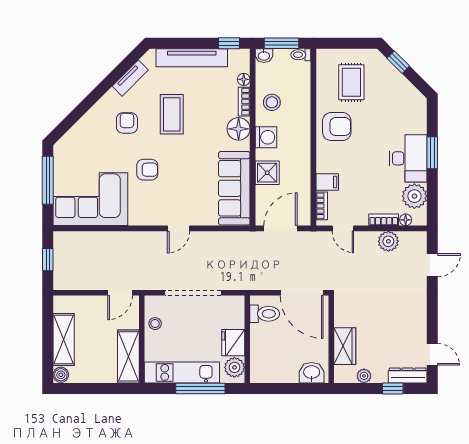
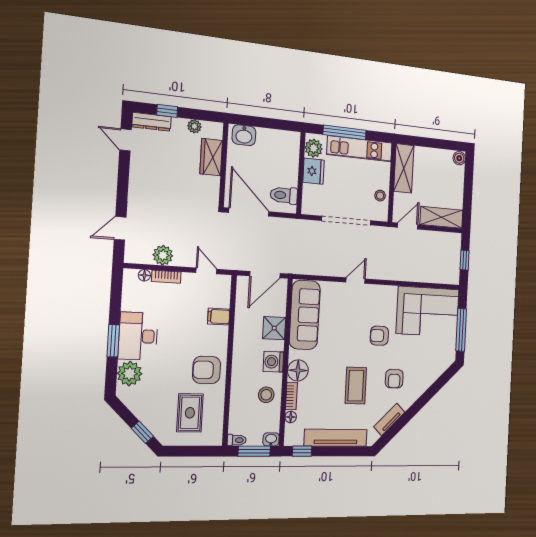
plant: (414, 196) -> (130, 374), moved
bookcase: (322, 206) -> (225, 294), removed
shelving: (64, 340) -> (441, 217), moved, turned 90

